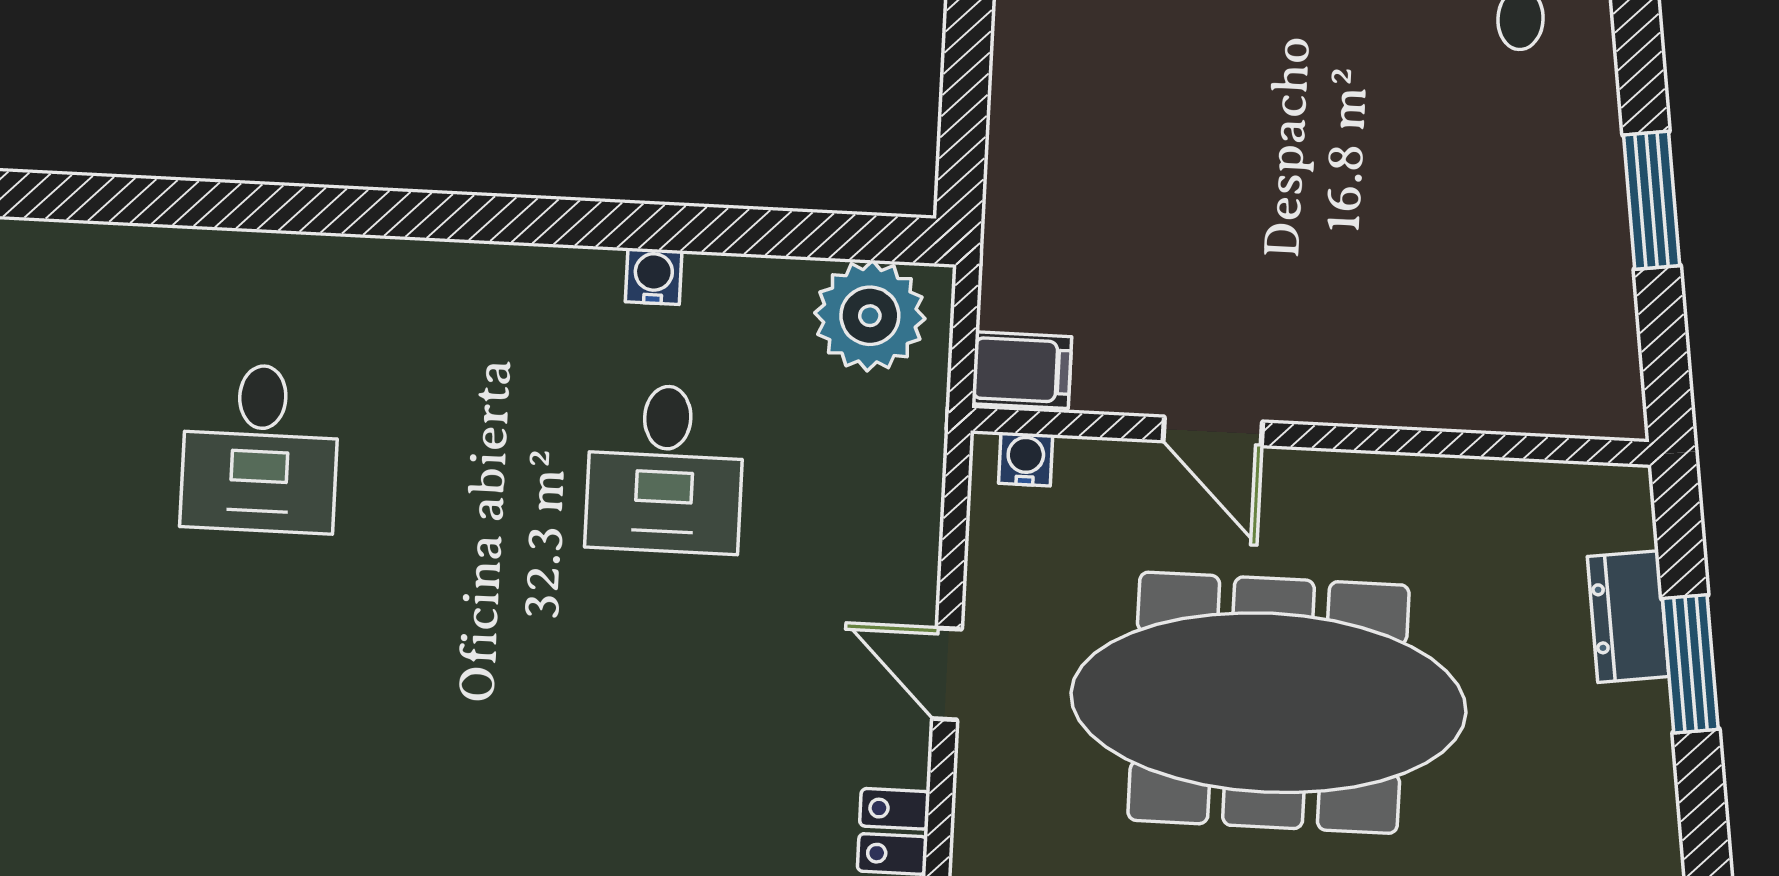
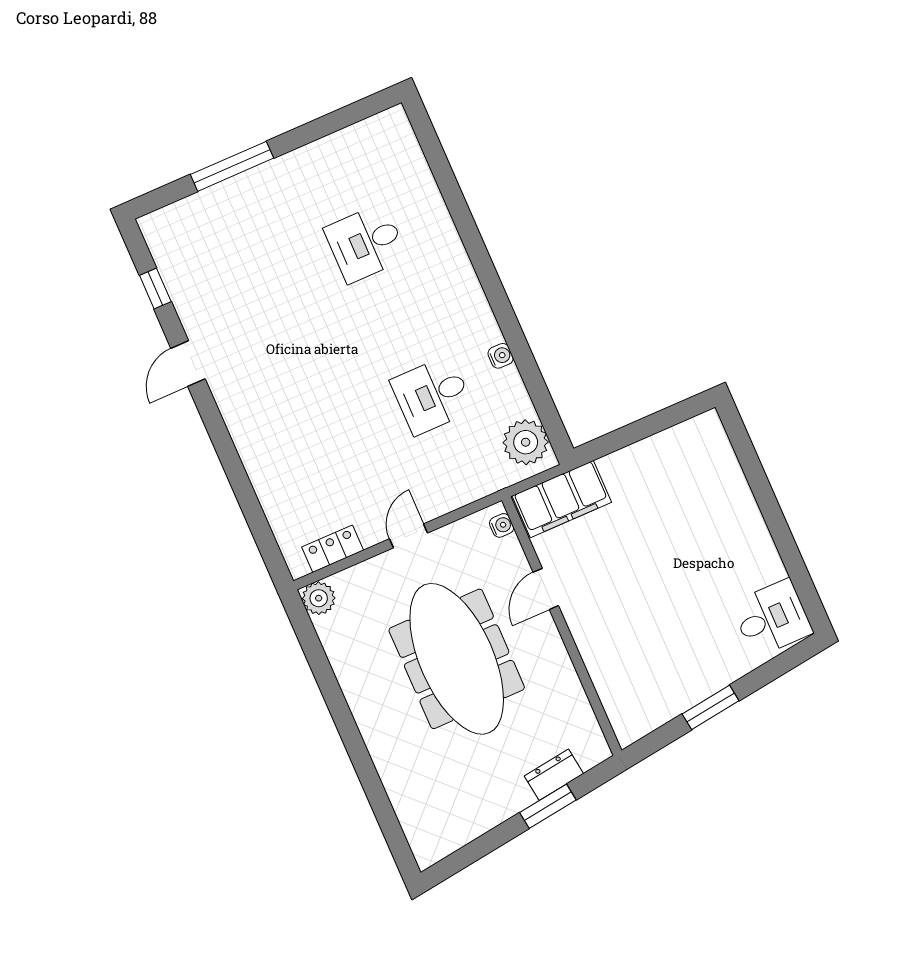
filing cabinet: (1022, 370) -> (562, 499), width x3.00, depth x1.17

